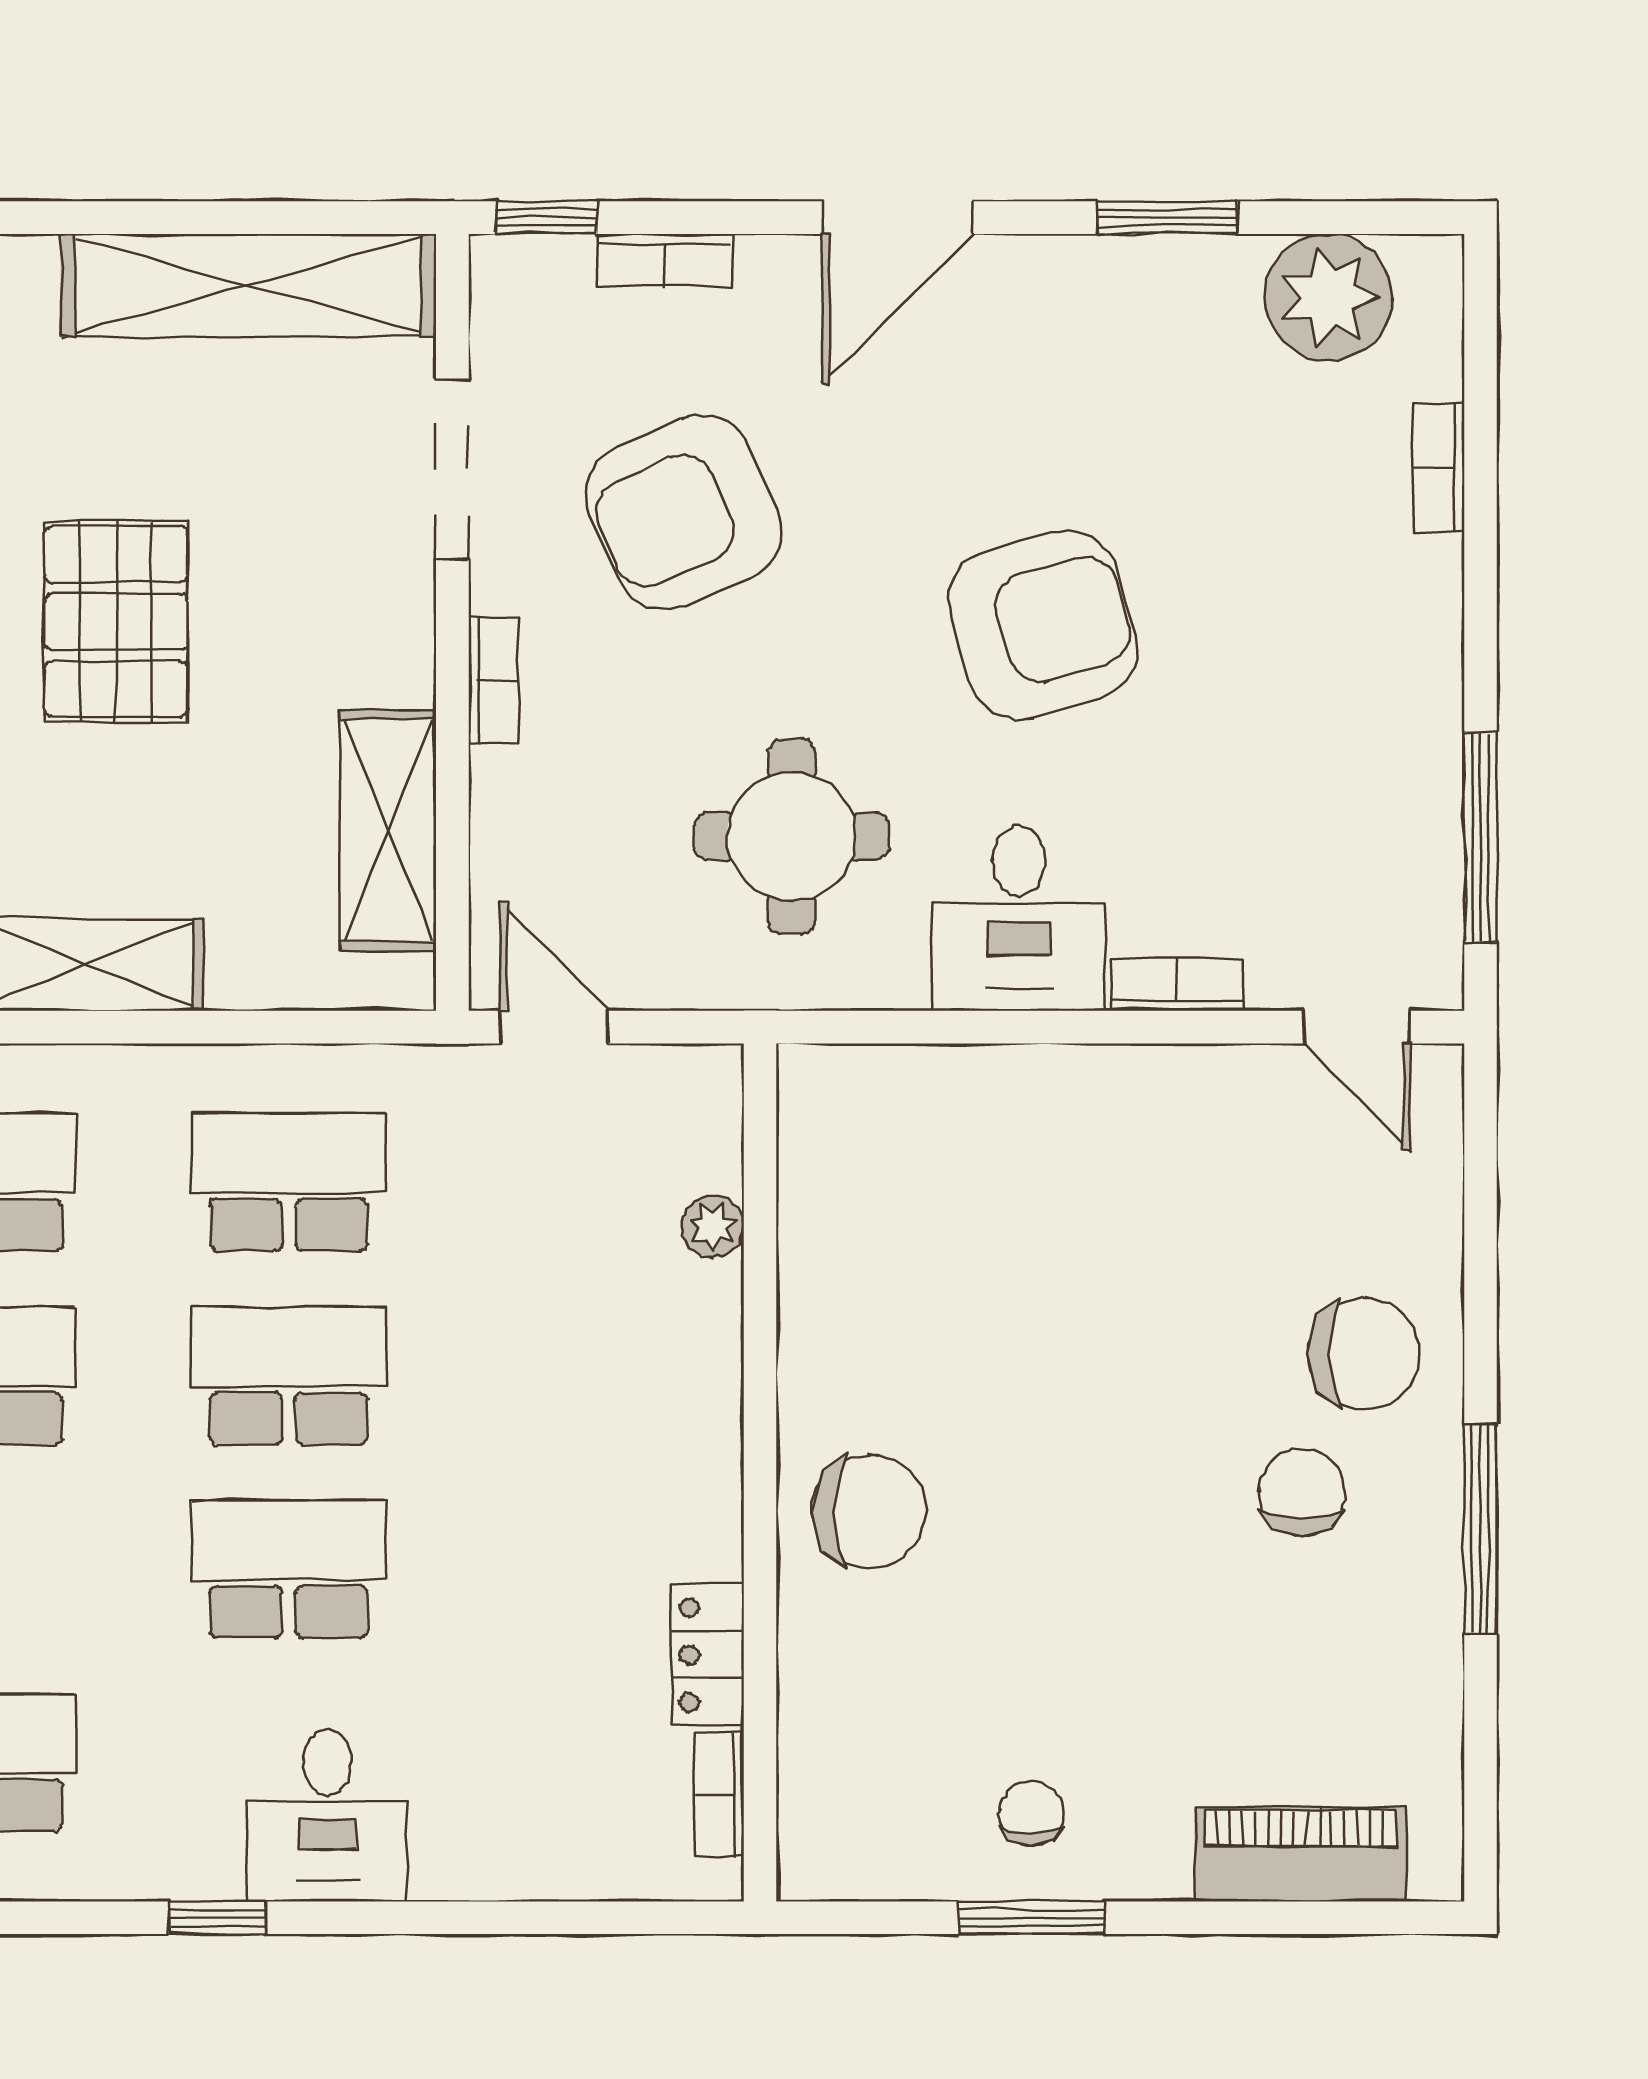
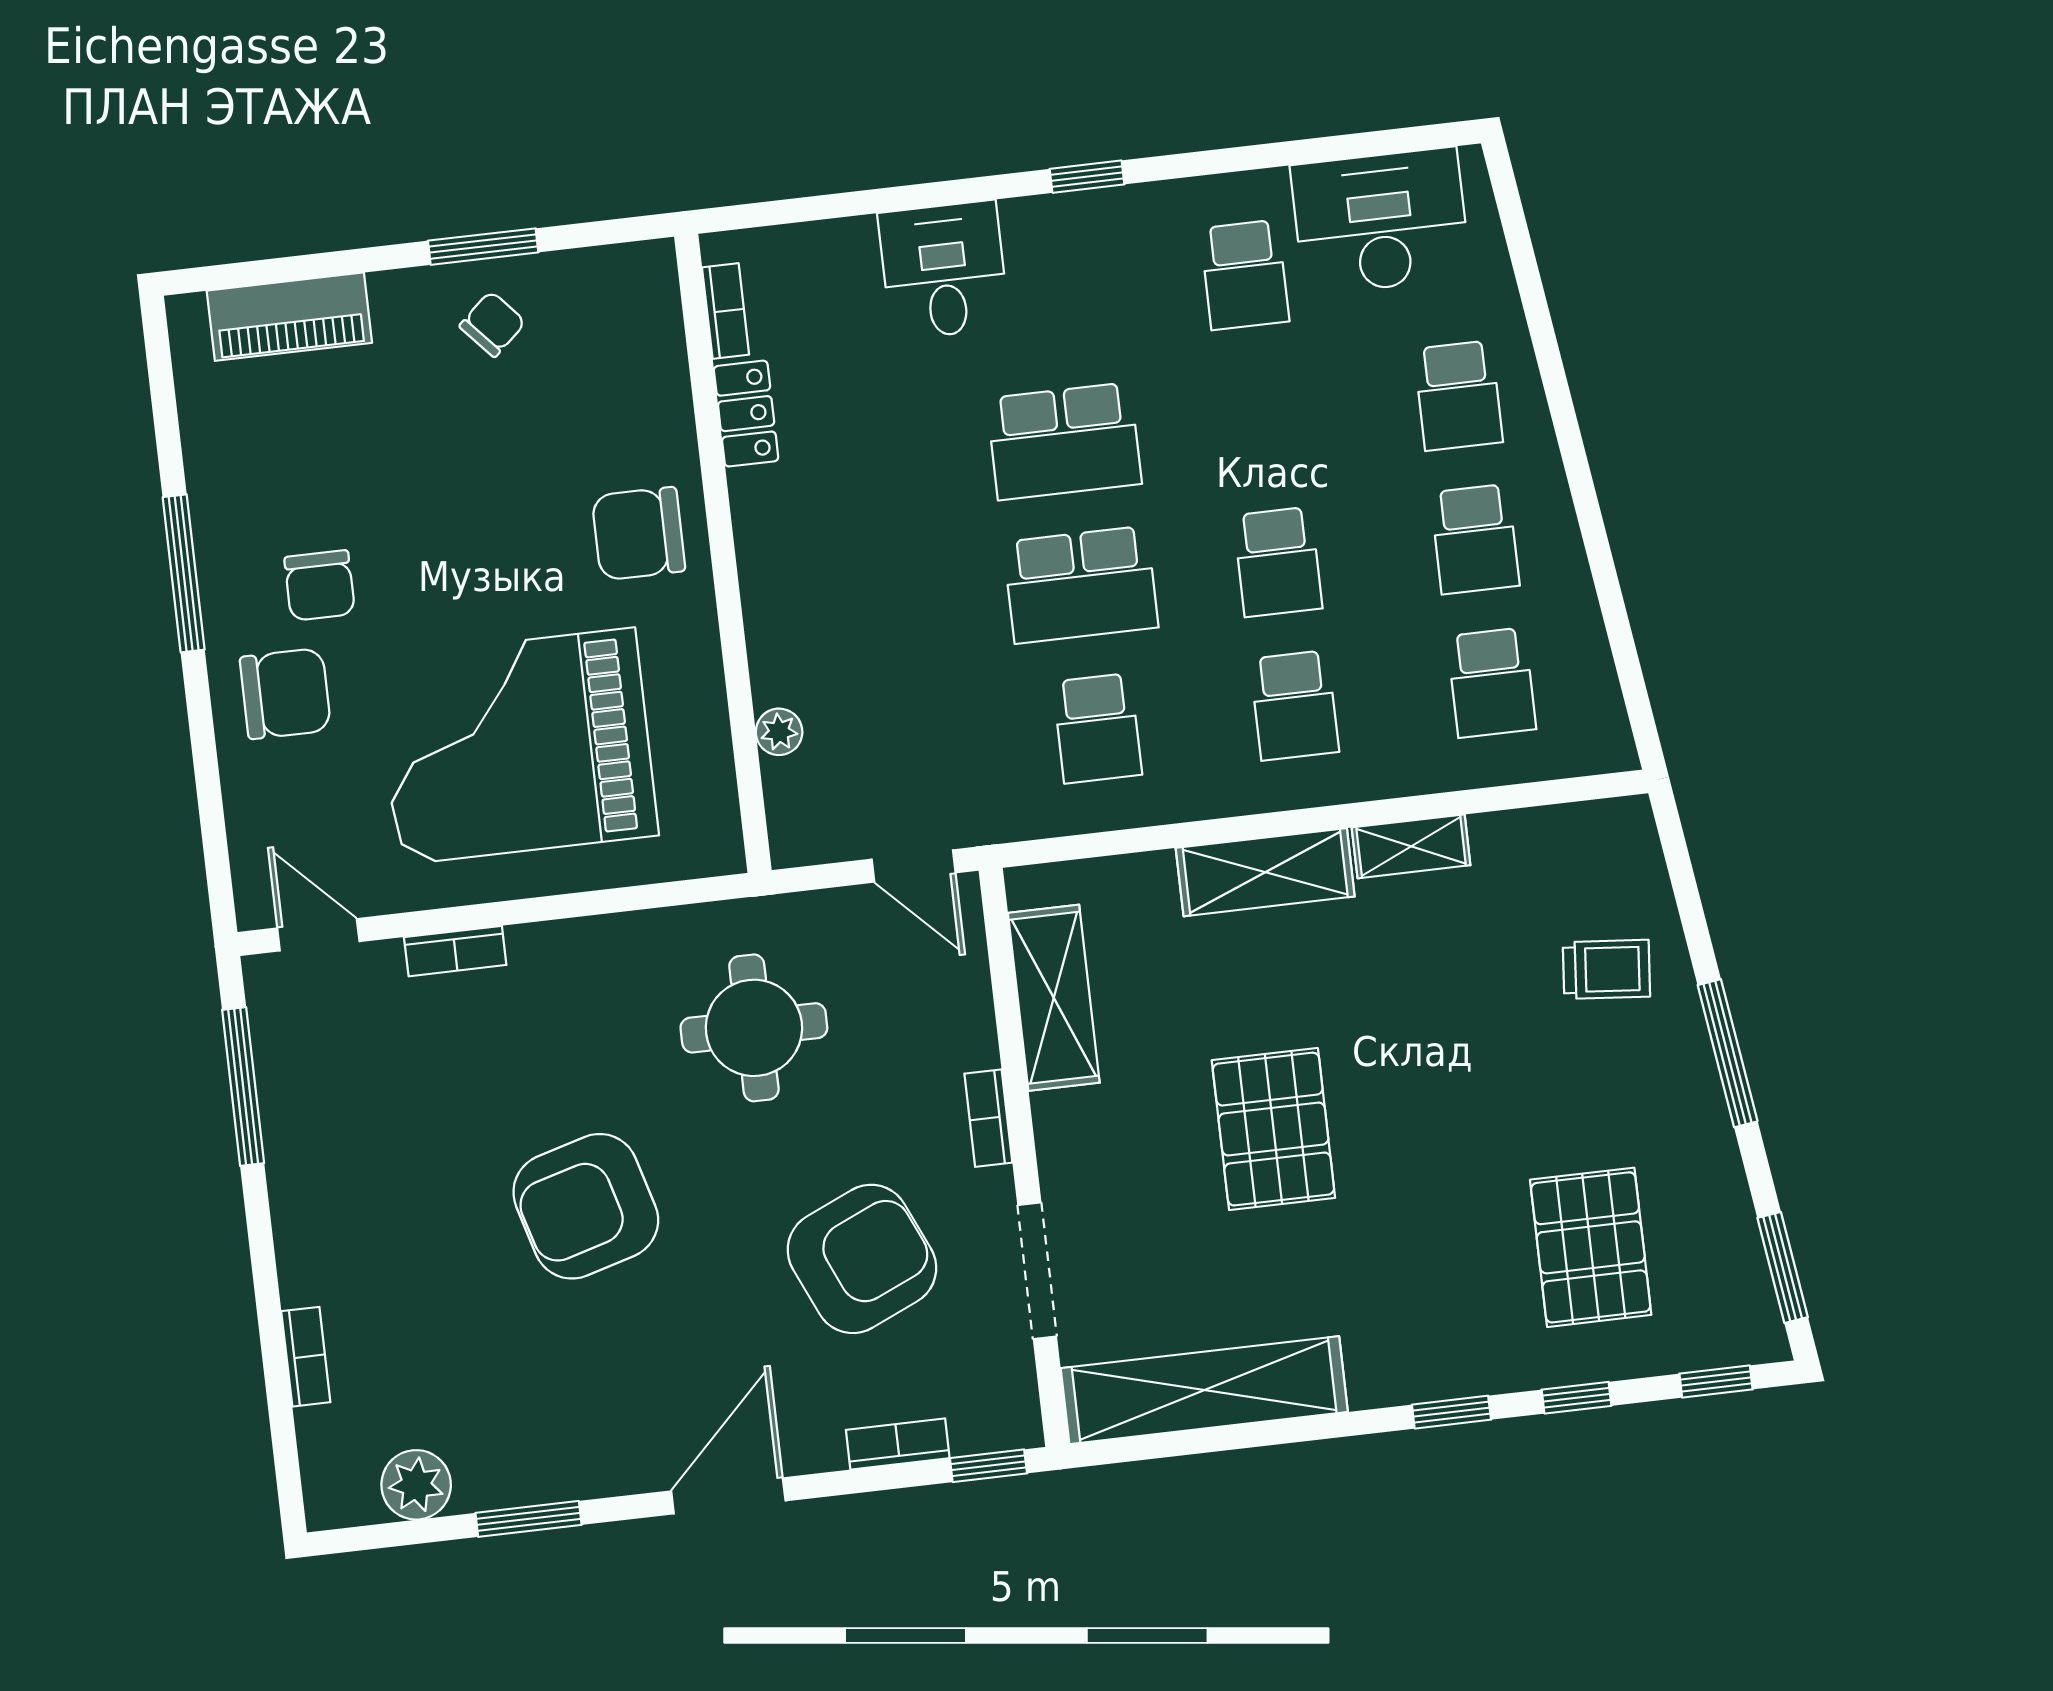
plant: (1328, 297) -> (416, 1485), width x0.73, depth x0.73
desk: (1019, 918) -> (579, 987), removed
school desk: (289, 1182) -> (1097, 728), width x0.54
grand piano: (1064, 1247) -> (517, 746), added
chair: (1364, 1353) -> (285, 694), turned 180
chair: (1031, 1813) -> (492, 324), turned -132
desk: (327, 1815) -> (944, 270), moved

